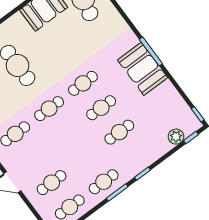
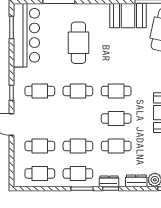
dresser: (160, 150) -> (136, 181), added
cafe table: (85, 157) -> (78, 146), added
dresser: (136, 168) -> (109, 181), added

